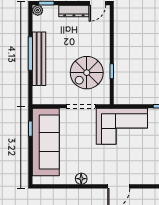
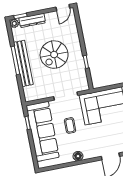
dresser: (74, 11) -> (32, 20), moved
spiral stairs: (87, 73) -> (54, 55), moved
coffee table: (79, 141) -> (70, 125), added

